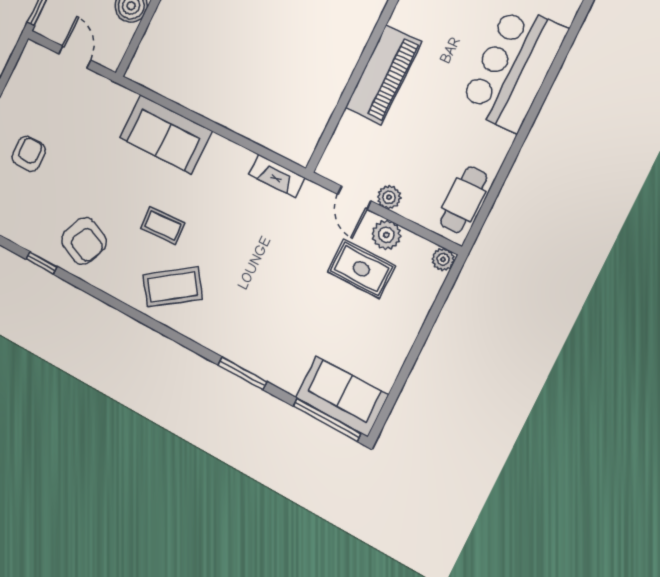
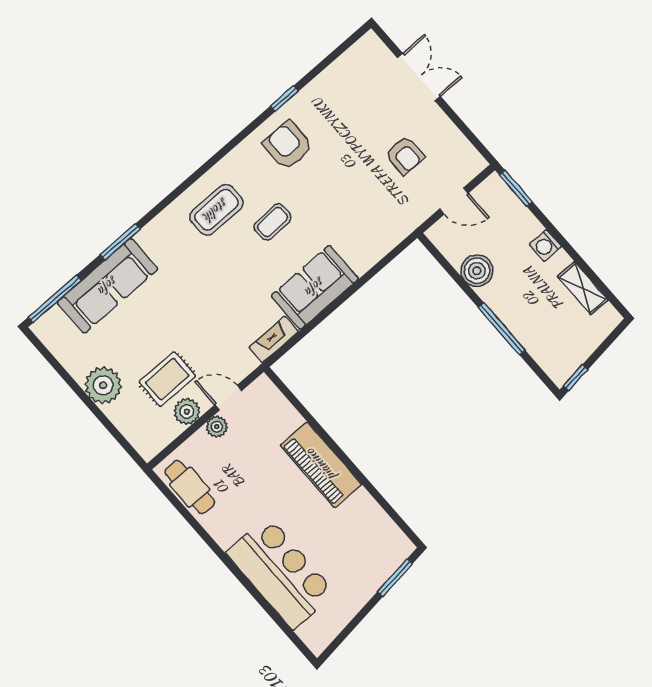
sofa: (166, 134) -> (315, 287), moved
armchair: (29, 154) -> (405, 155), moved
armchair: (84, 241) -> (288, 145), turned 66
plant: (443, 259) -> (103, 385), moved, width x1.87, depth x1.87
coffee table: (173, 287) -> (216, 210), turned 35
sofa: (342, 396) -> (108, 286), moved, width x1.36

